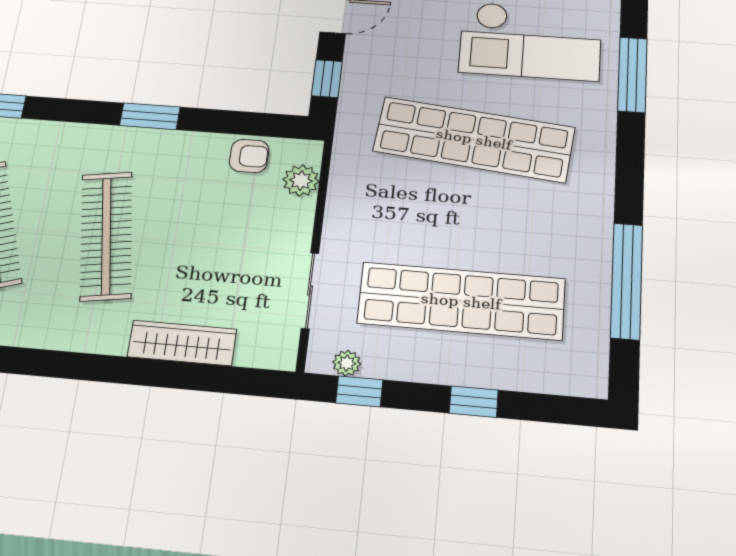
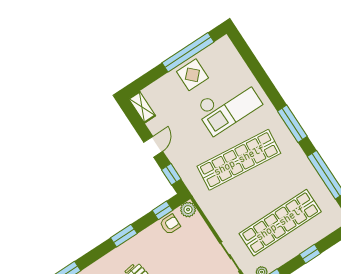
window: (632, 75) -> (292, 124), moved
window: (257, 124) -> (162, 210), added
plant: (301, 181) -> (188, 210), moved

